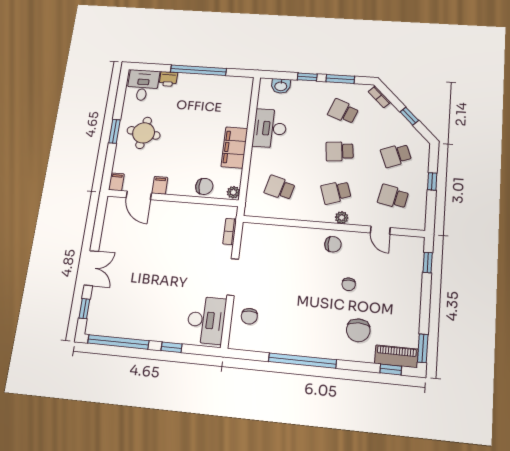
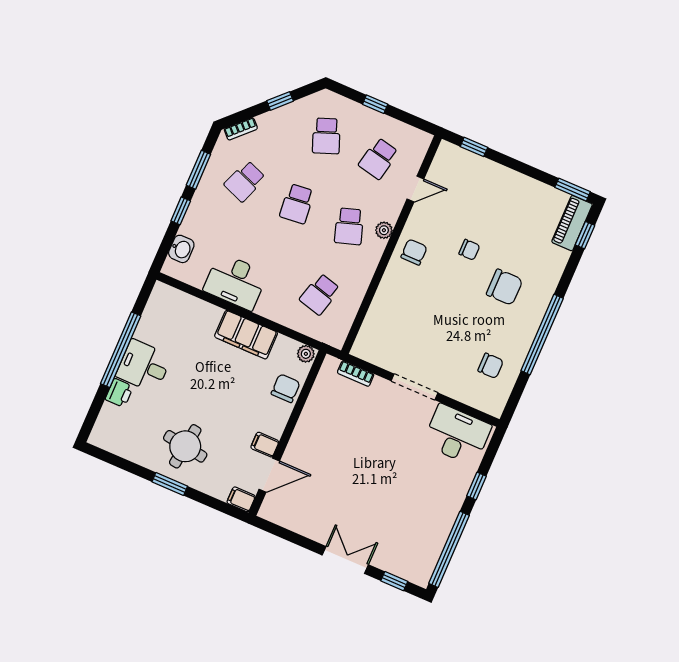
desk: (143, 85) -> (144, 366), moved
chair: (249, 316) -> (491, 366), moved
chair: (358, 330) -> (505, 287), moved

